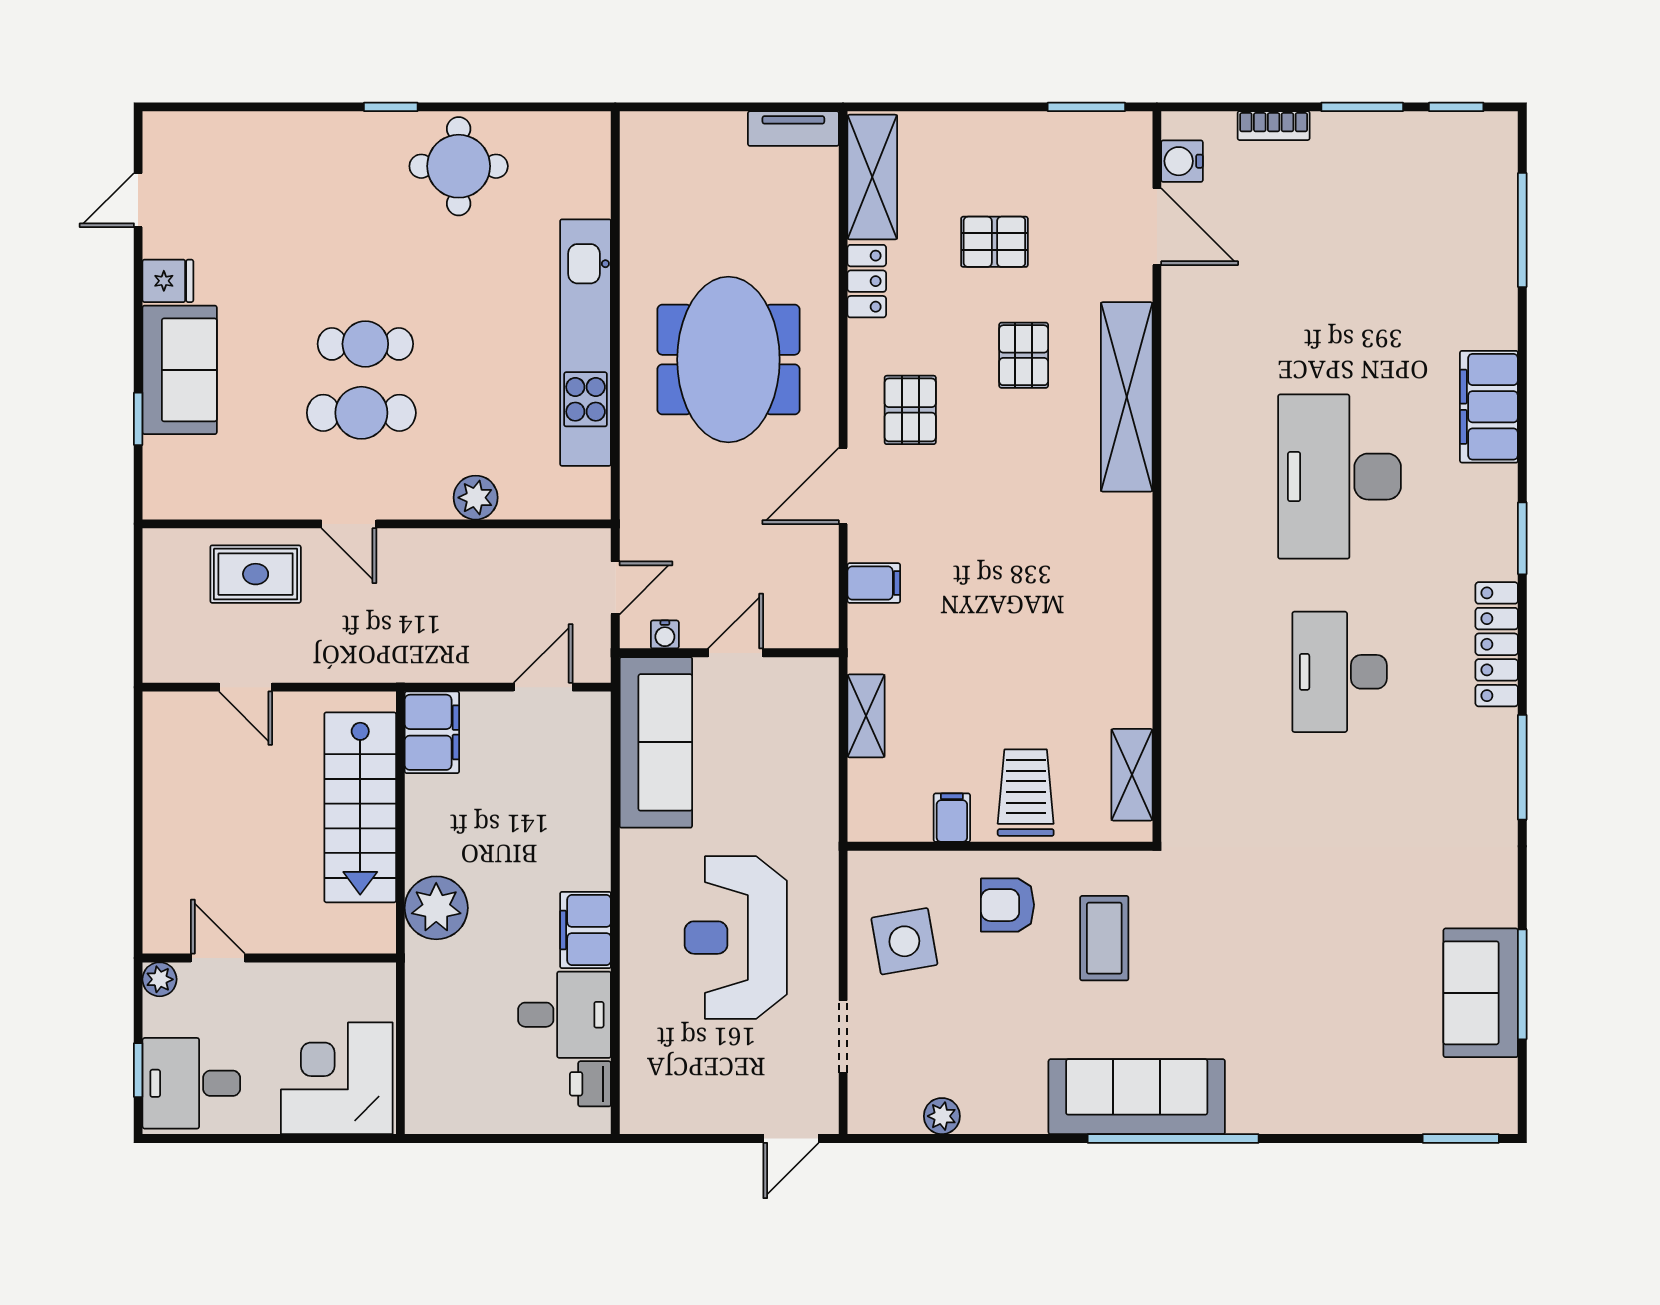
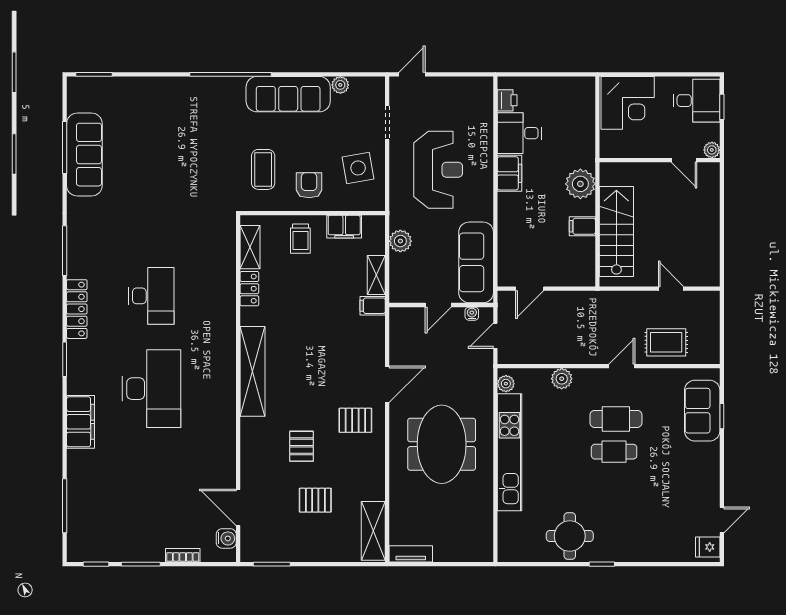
fridge: (168, 281) -> (708, 547), moved
locker: (867, 281) -> (249, 289), moved, turned 180
sofa: (180, 370) -> (702, 411), moved
shelving: (1127, 397) -> (252, 371), moved
pallet: (910, 410) -> (355, 420), turned 90
plant: (593, 487) -> (506, 384), added
door: (349, 524) -> (622, 366), hinge flipped
filing cabinet: (874, 583) -> (373, 306), moved
filing cabinet: (432, 732) -> (582, 226), moved, width x0.50
plant: (815, 787) -> (400, 241), added
trolley: (1026, 793) -> (300, 239), width x0.73, depth x0.72
filing cabinet: (952, 818) -> (344, 227), width x2.00
armchair: (1008, 905) -> (309, 185), turned -90
sofa: (1481, 993) -> (84, 155), width x1.36
sofa: (1137, 1097) -> (288, 94), moved

